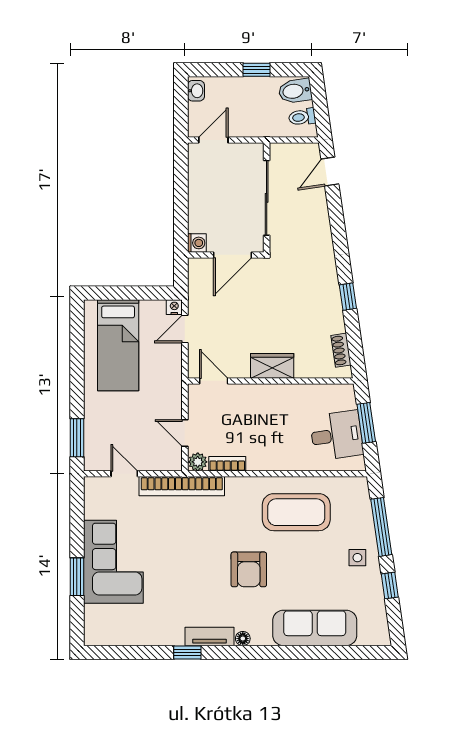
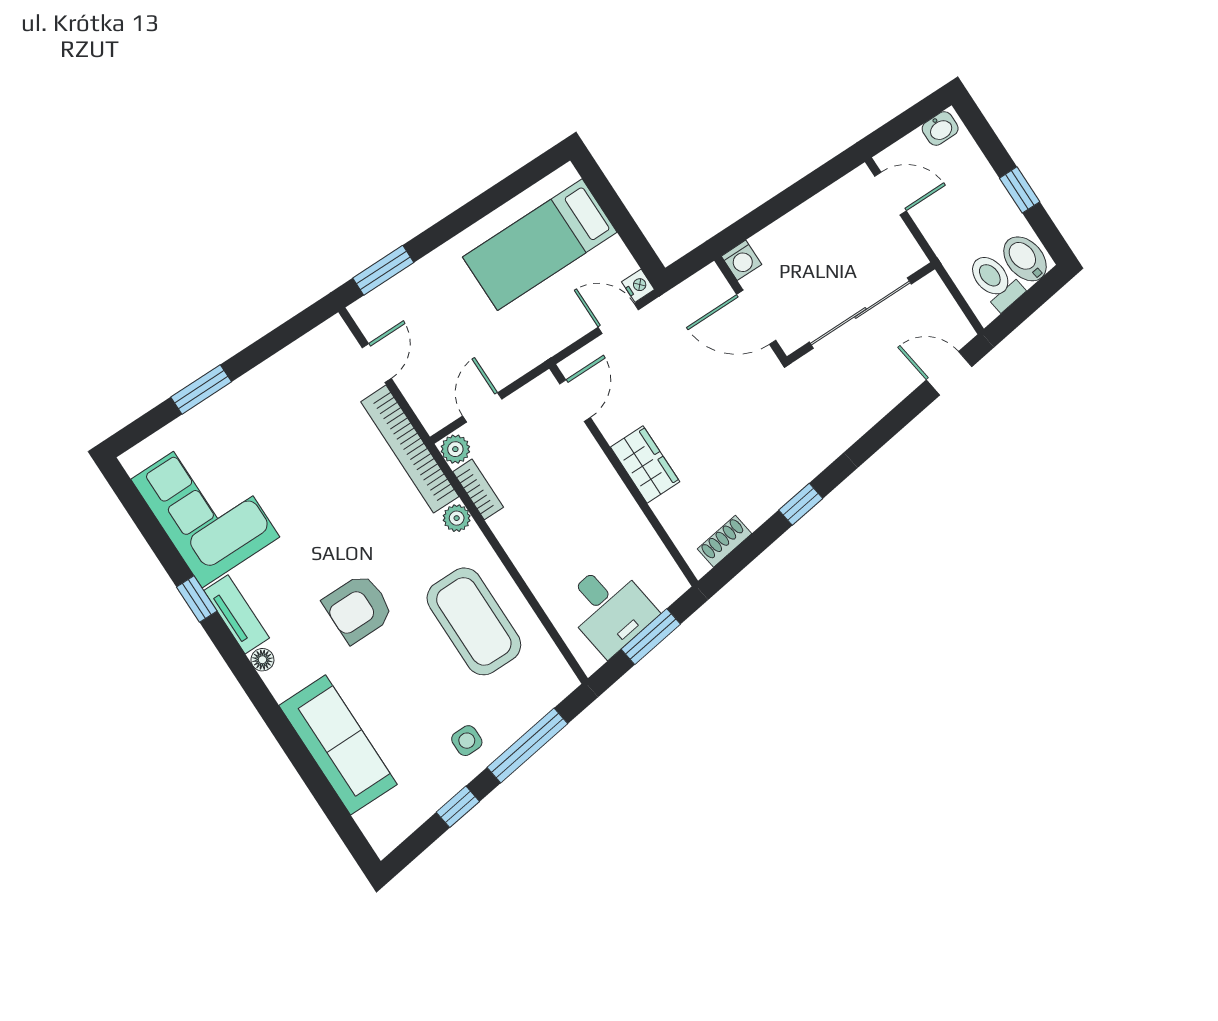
toilet: (302, 117) -> (995, 281), width x1.37, depth x1.39
plant: (235, 485) -> (457, 518), added
corner sofa: (113, 562) -> (205, 508), moved, turned -90

